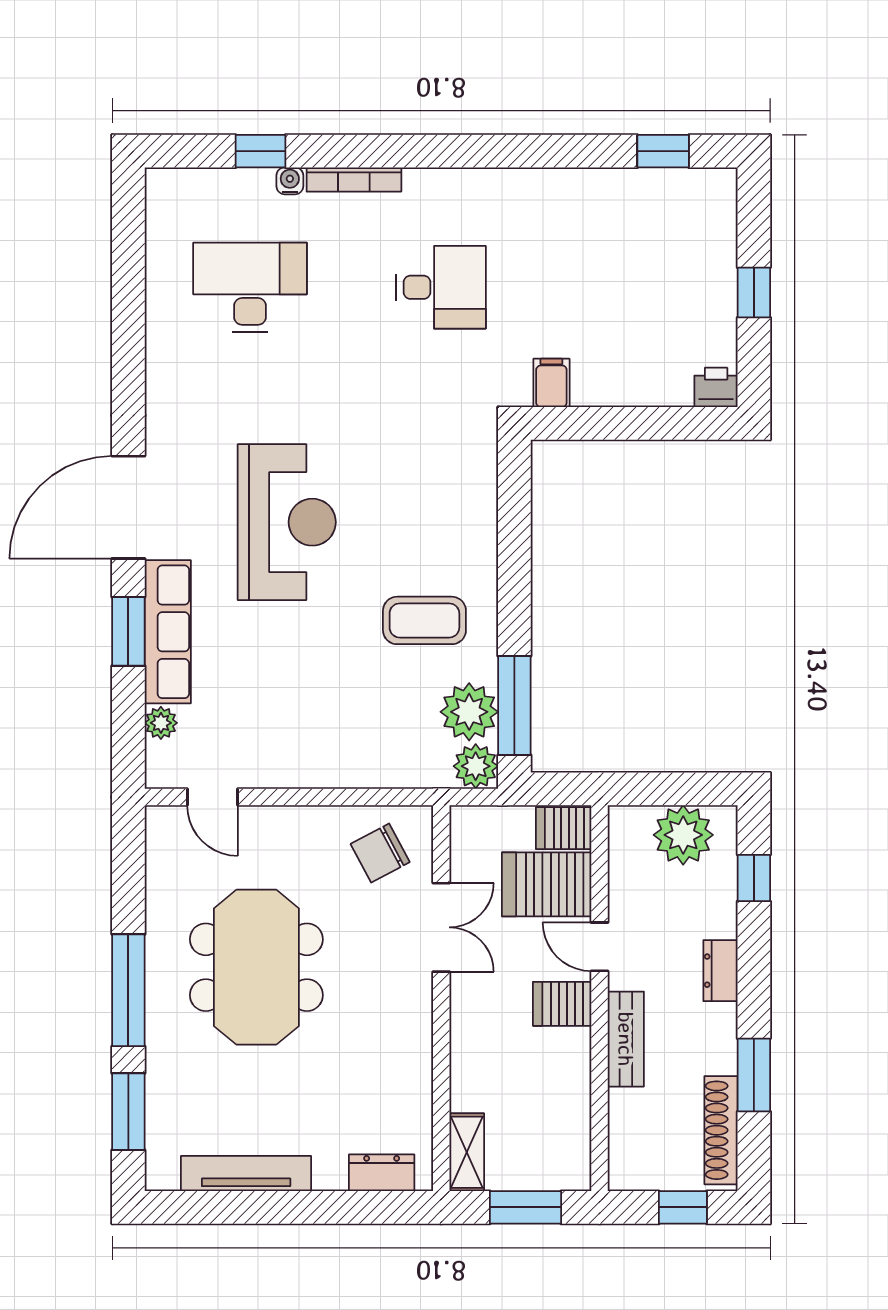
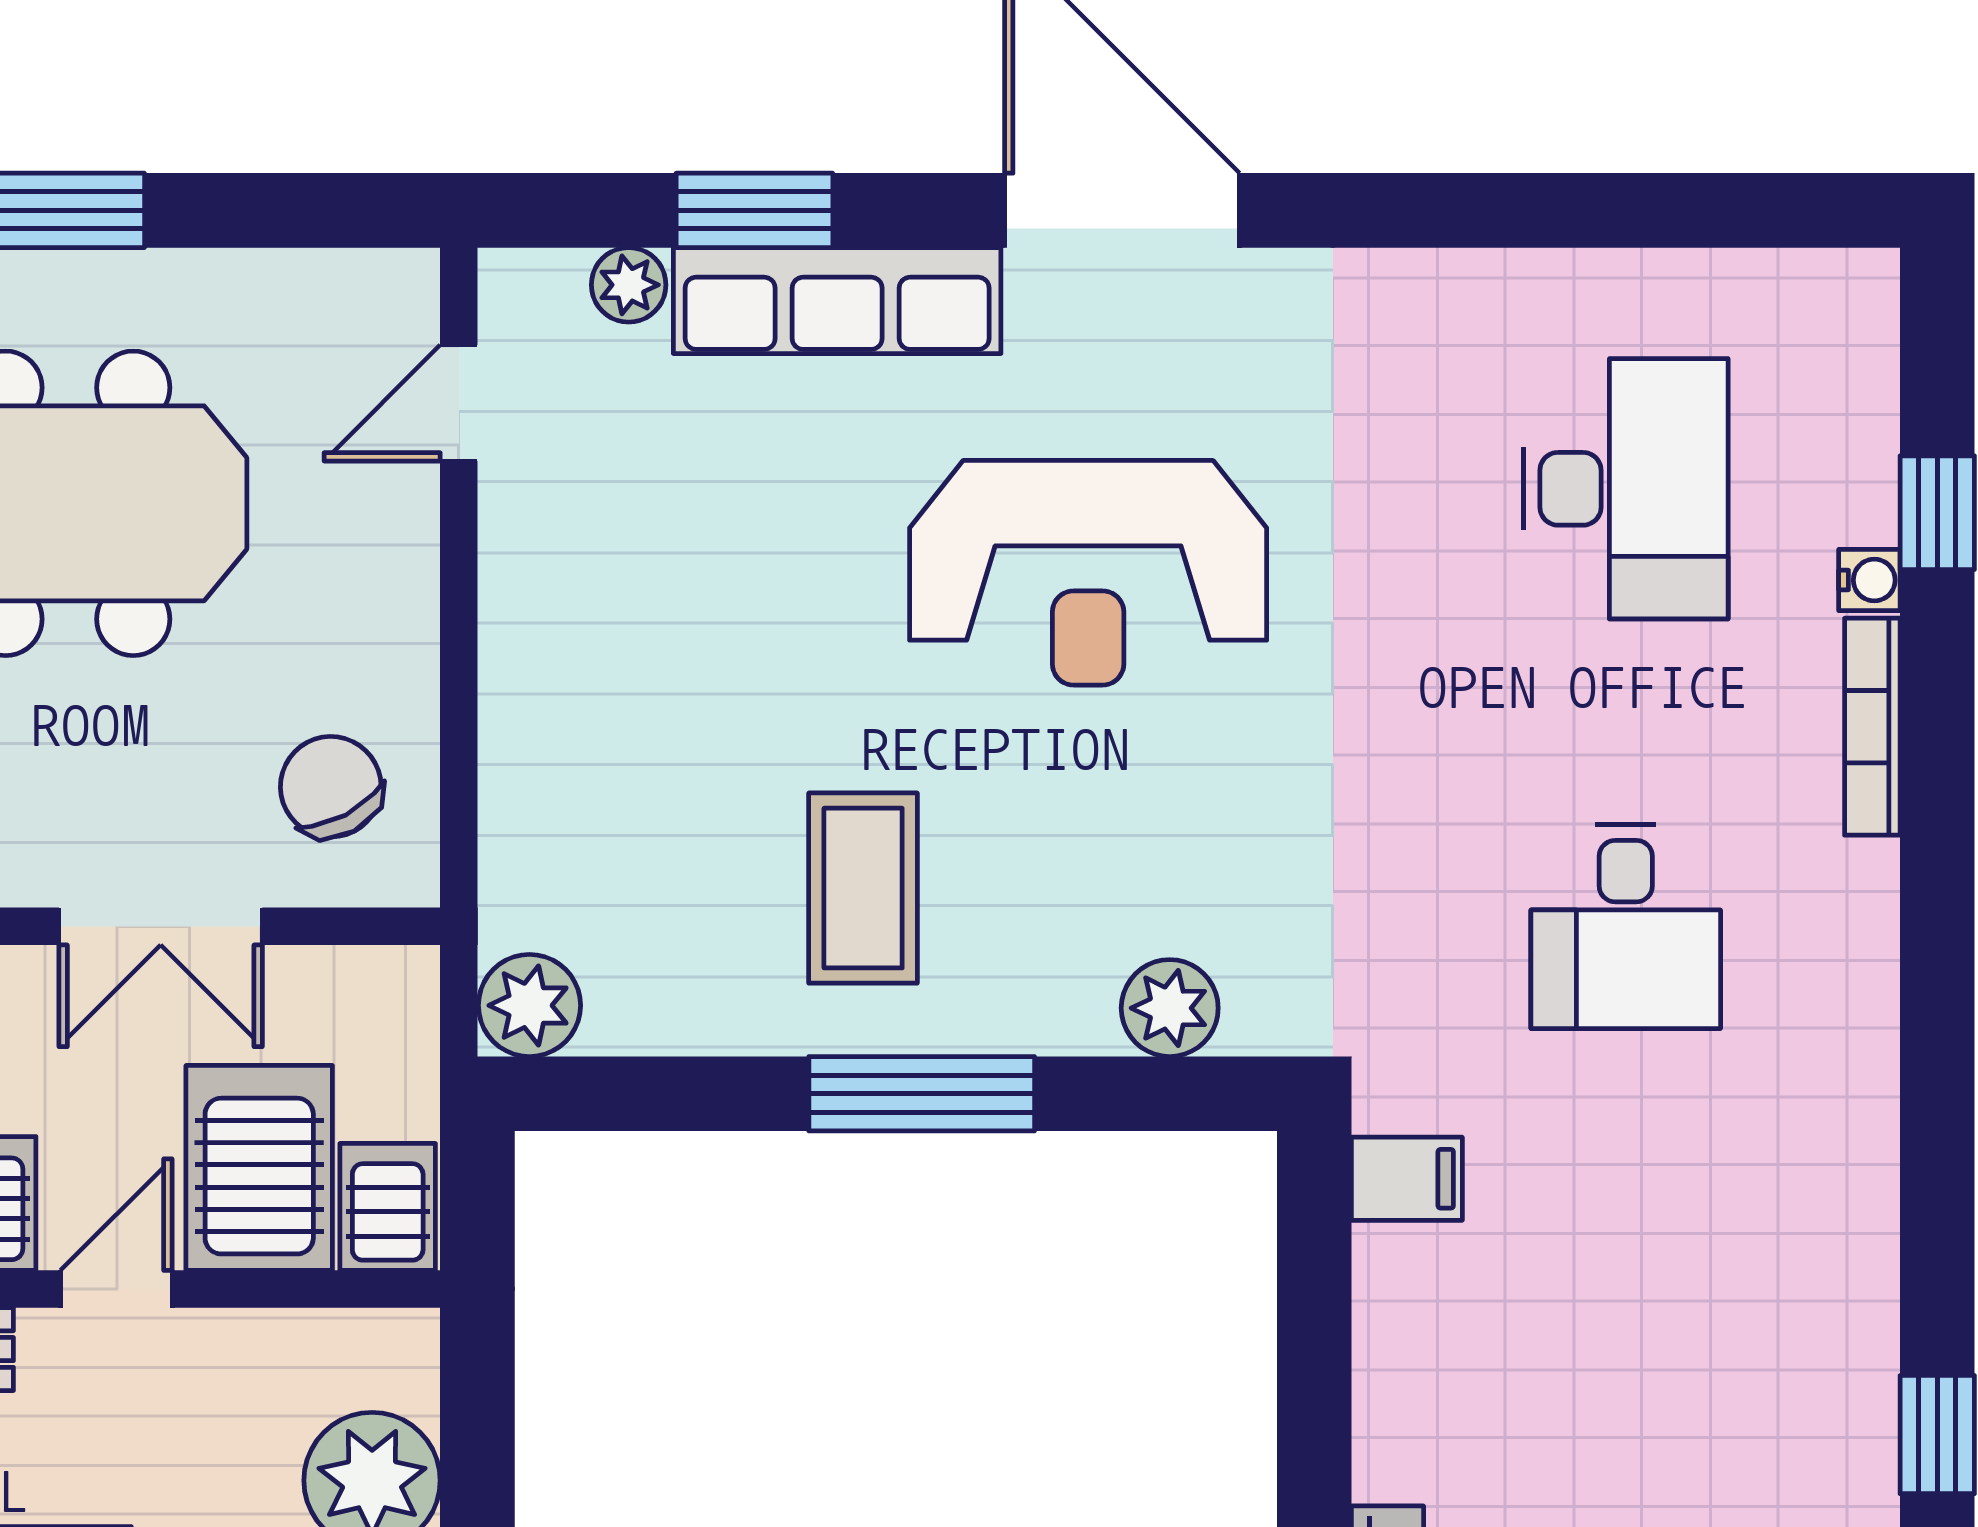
window: (128, 631) -> (754, 210), moved
window: (514, 705) -> (922, 1094), moved
plant: (469, 712) -> (1170, 1008), moved, width x0.73, depth x0.73

